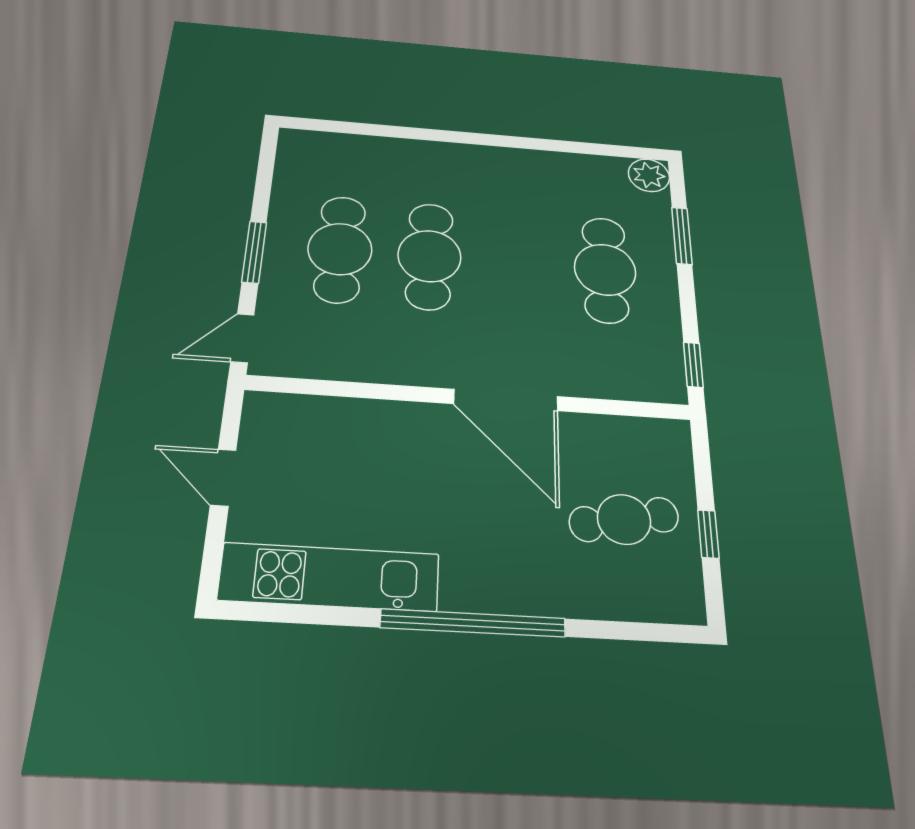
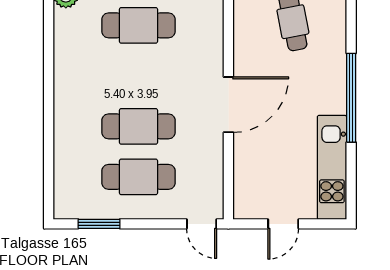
window: (254, 252) -> (99, 224), moved
door: (506, 400) -> (228, 105), moved

